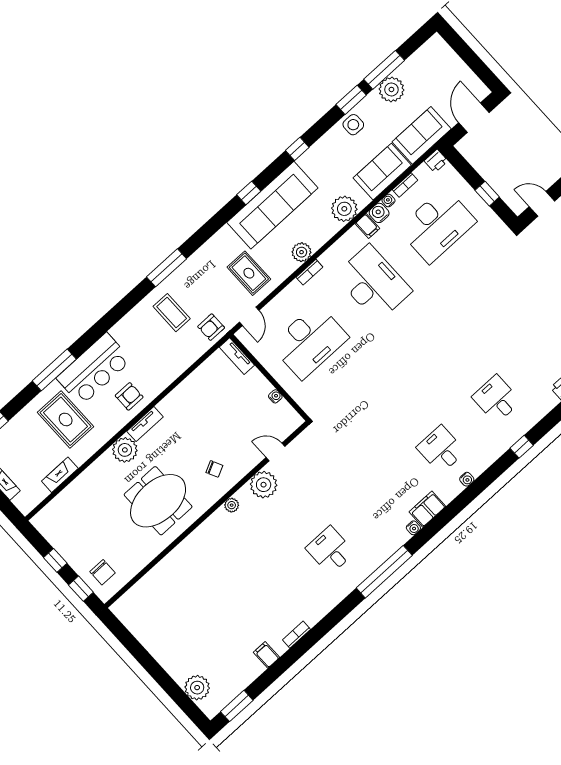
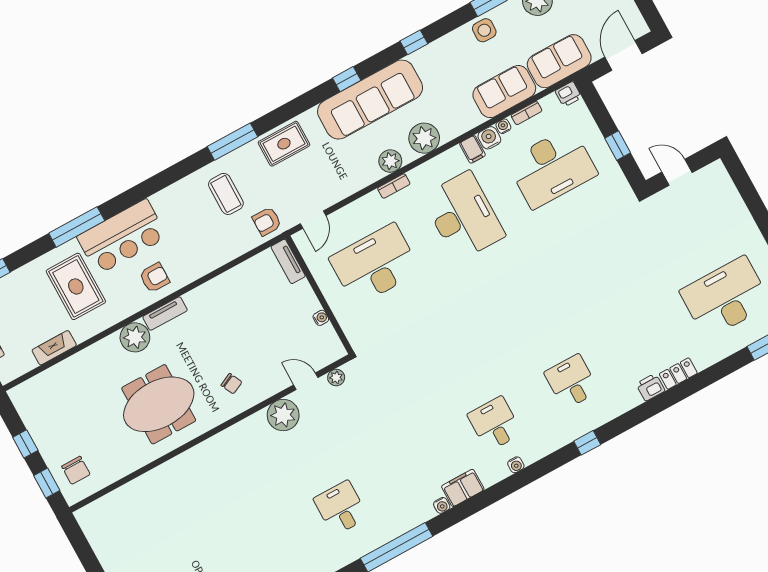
plant: (344, 209) -> (424, 138), moved
rug: (249, 273) -> (284, 144), moved, turned 90
desk: (309, 341) -> (375, 265), turned 180
plant: (232, 505) -> (336, 378), moved

